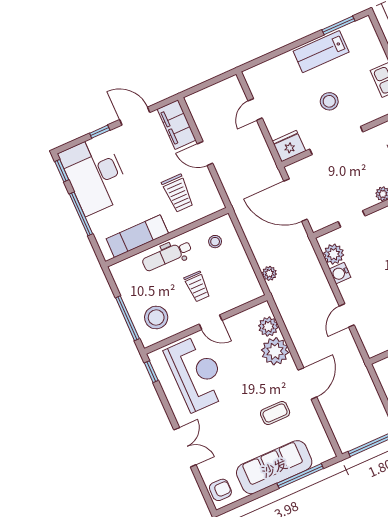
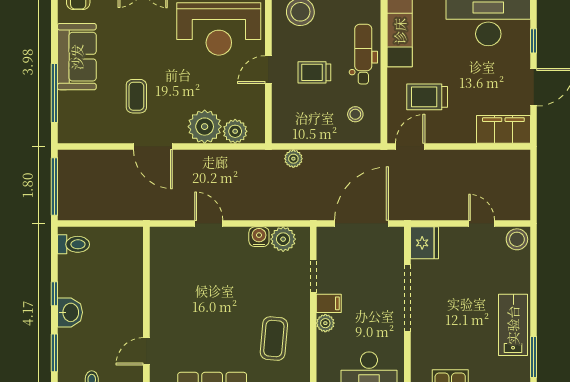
stool: (329, 101) -> (517, 239), moved
door: (205, 154) -> (410, 147), moved
filing cabinet: (367, 198) -> (329, 303), added
sofa: (274, 467) -> (77, 57), width x0.73

